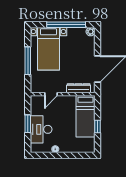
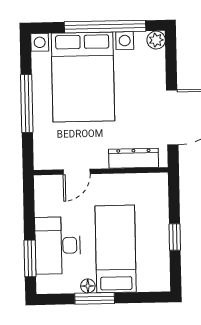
bed with nightstands: (48, 49) -> (83, 77), width x1.36
bed: (85, 116) -> (116, 249), moved, turned 180
window: (28, 124) -> (30, 258), moved
window: (58, 155) -> (95, 298), added

